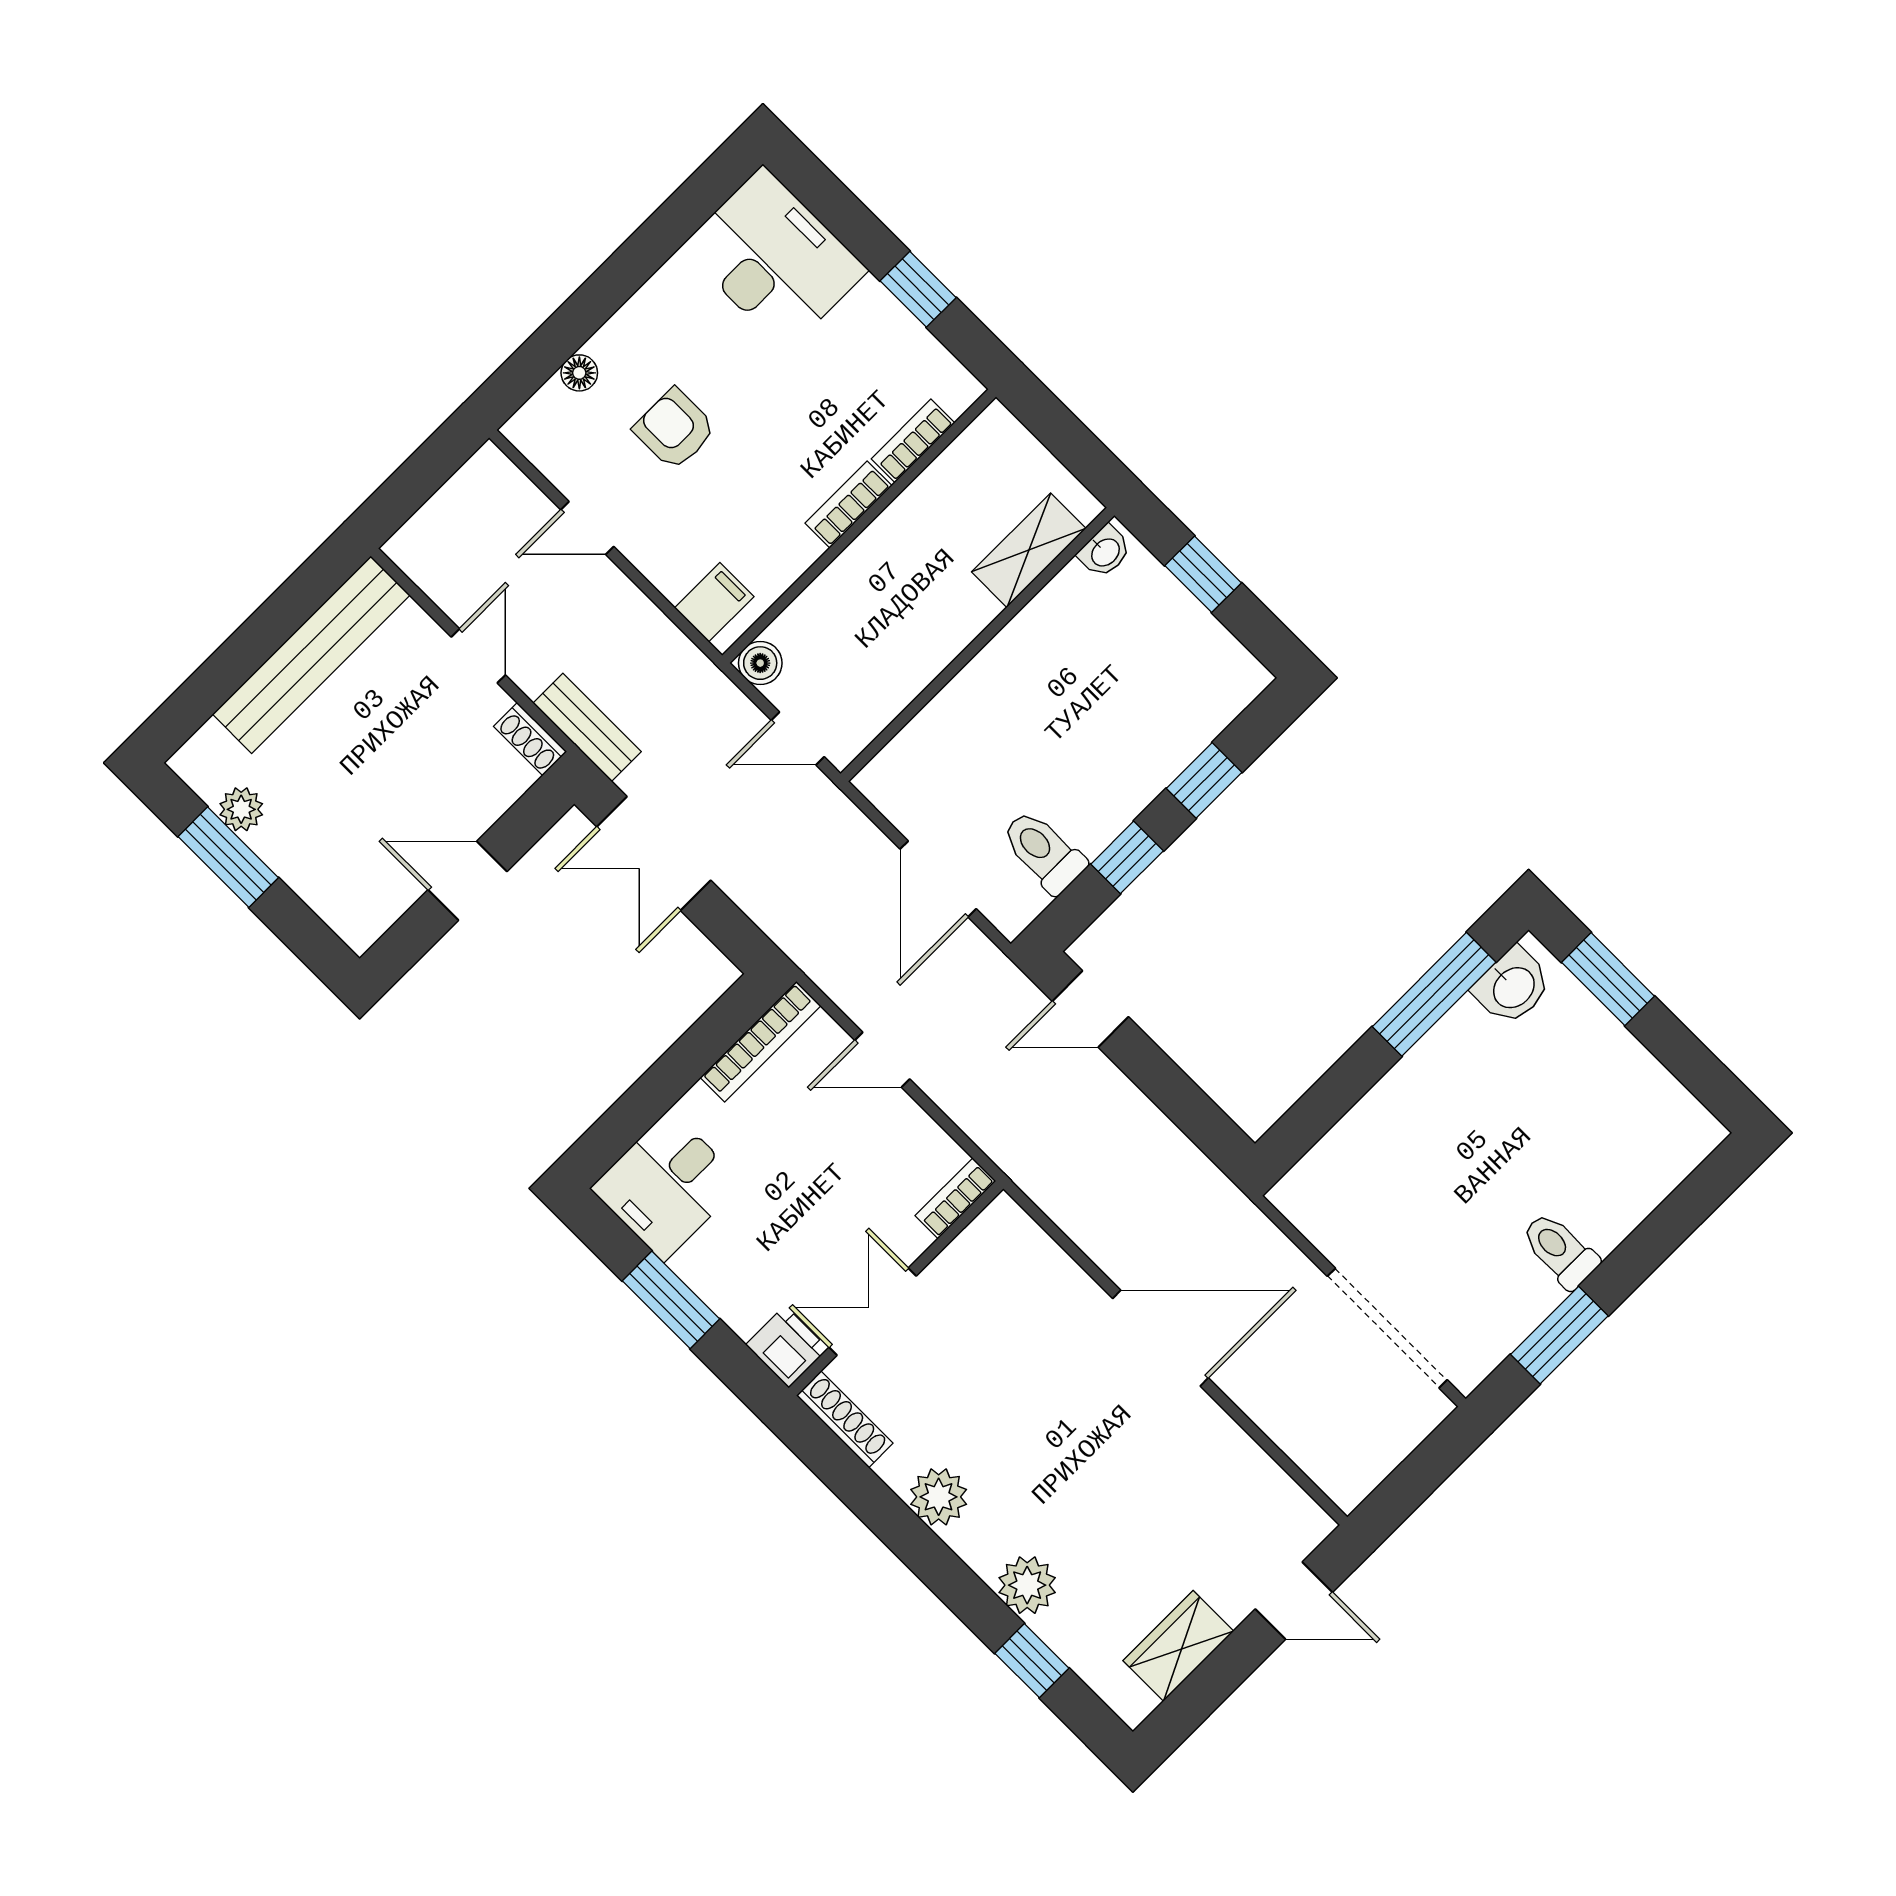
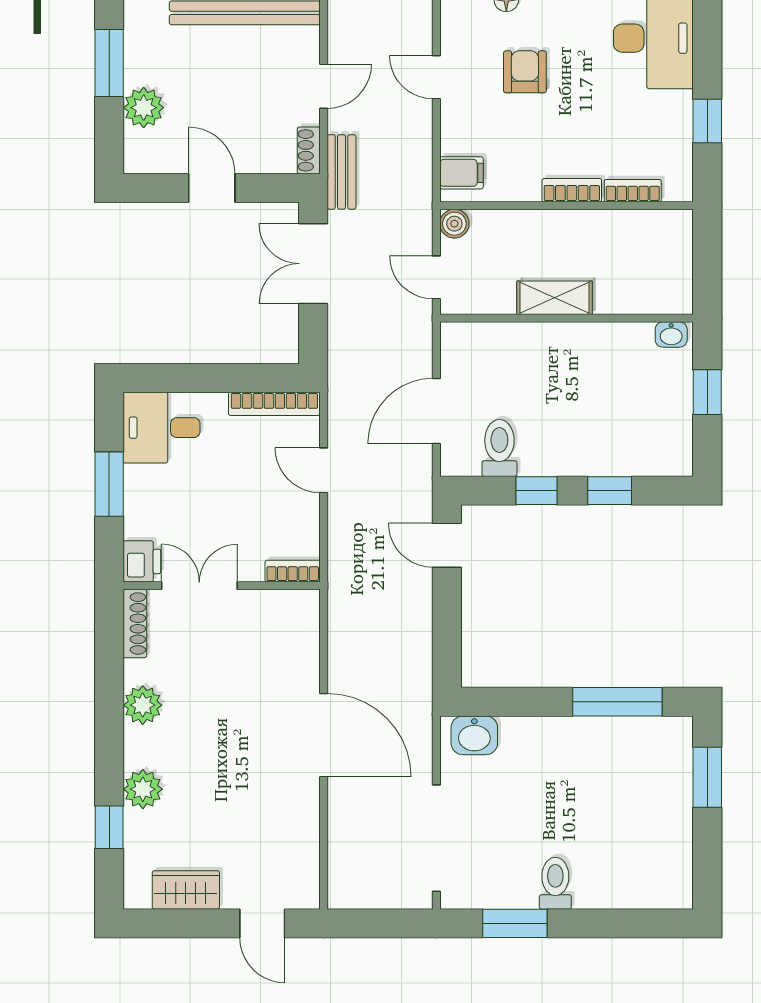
shelving: (1029, 550) -> (555, 298), moved
plant: (241, 809) -> (144, 108), moved, width x1.38, depth x1.38
washbasin: (1513, 986) -> (474, 735), moved

